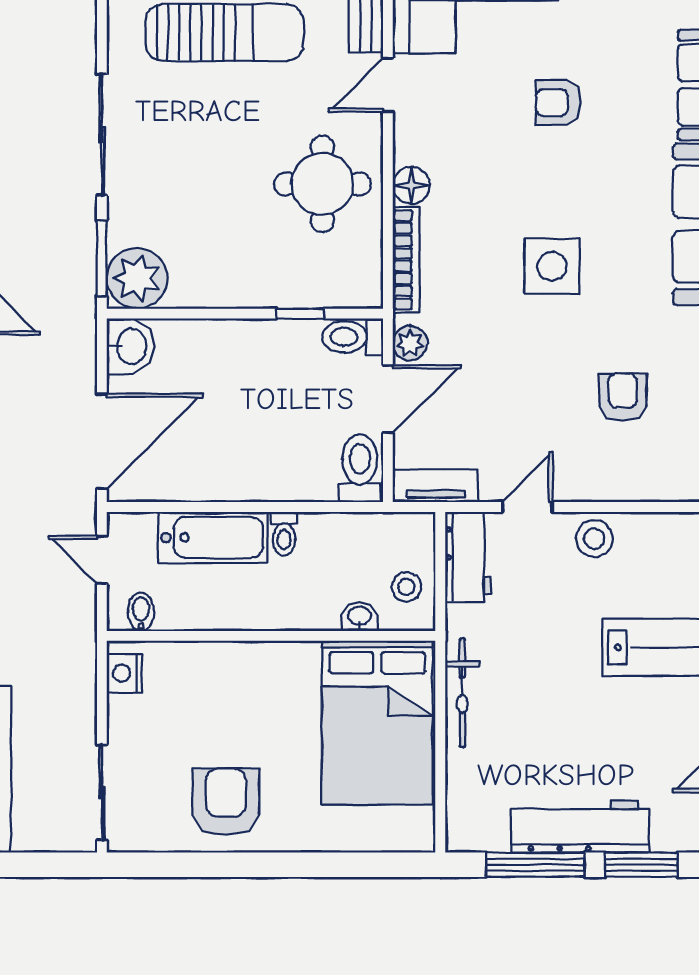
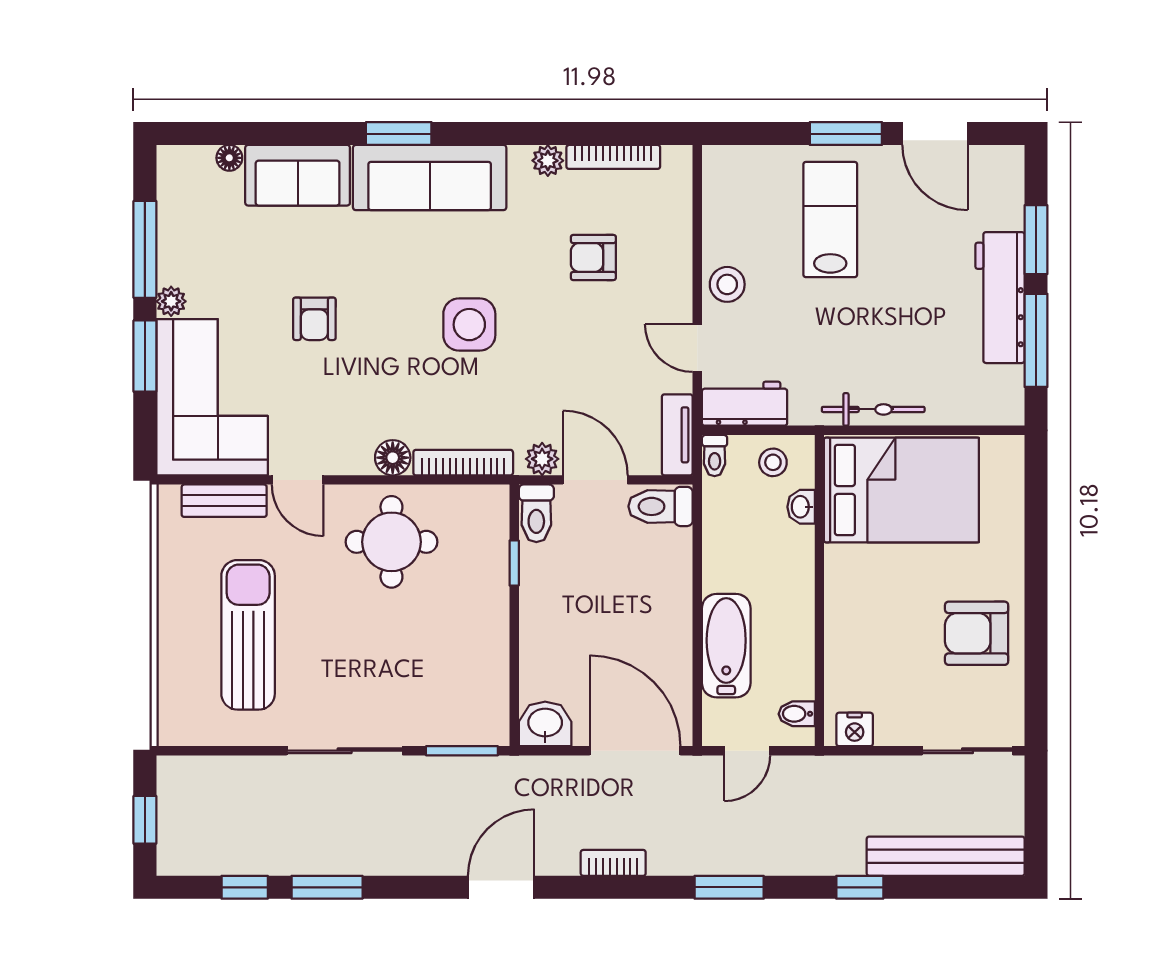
plant: (137, 278) -> (481, 717), removed
toilet: (284, 534) -> (715, 456), moved, turned 90

